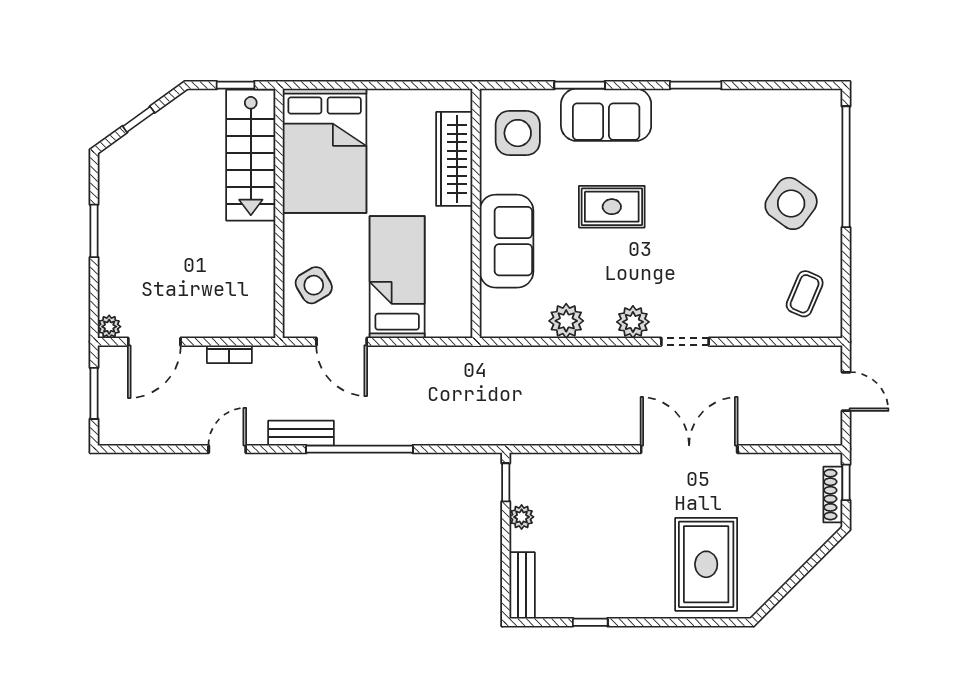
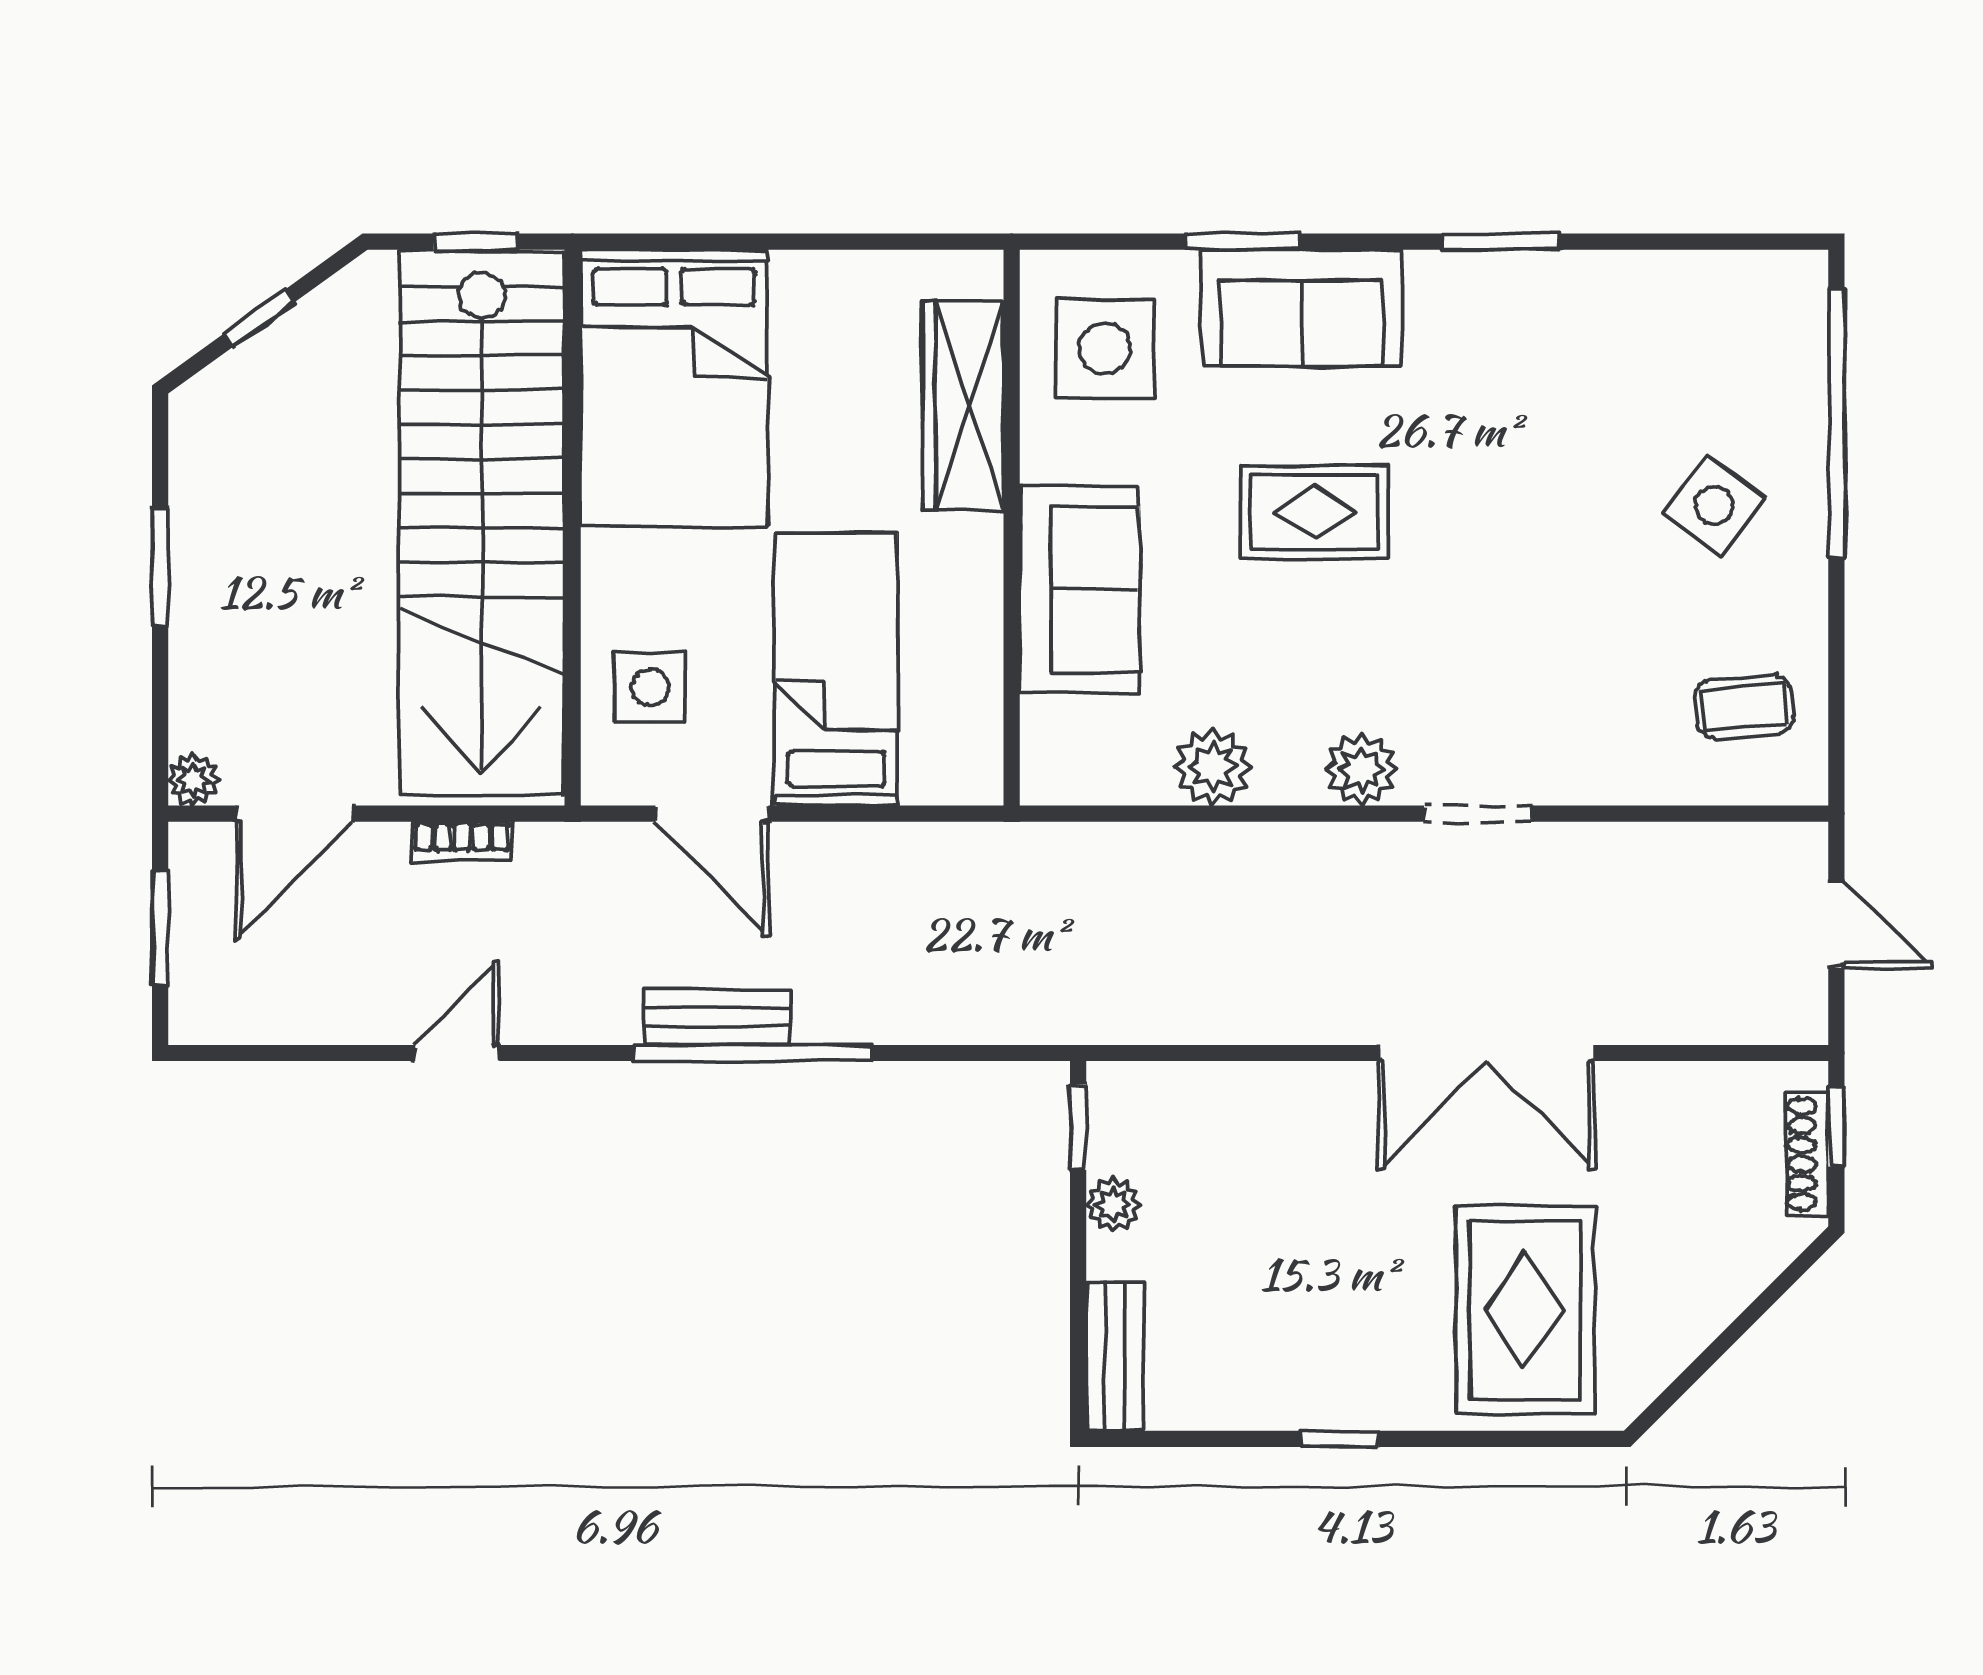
stairs: (251, 155) -> (482, 523), width x1.86, depth x1.51
side table: (791, 203) -> (1714, 505), width x0.73, depth x0.73
side table: (314, 285) -> (650, 687), turned 31
coffee table: (805, 294) -> (1744, 707), turned 63
bench: (301, 433) -> (717, 1017), moved
double door: (689, 449) -> (1487, 1053), swing flipped
window: (590, 622) -> (1339, 1439), moved

